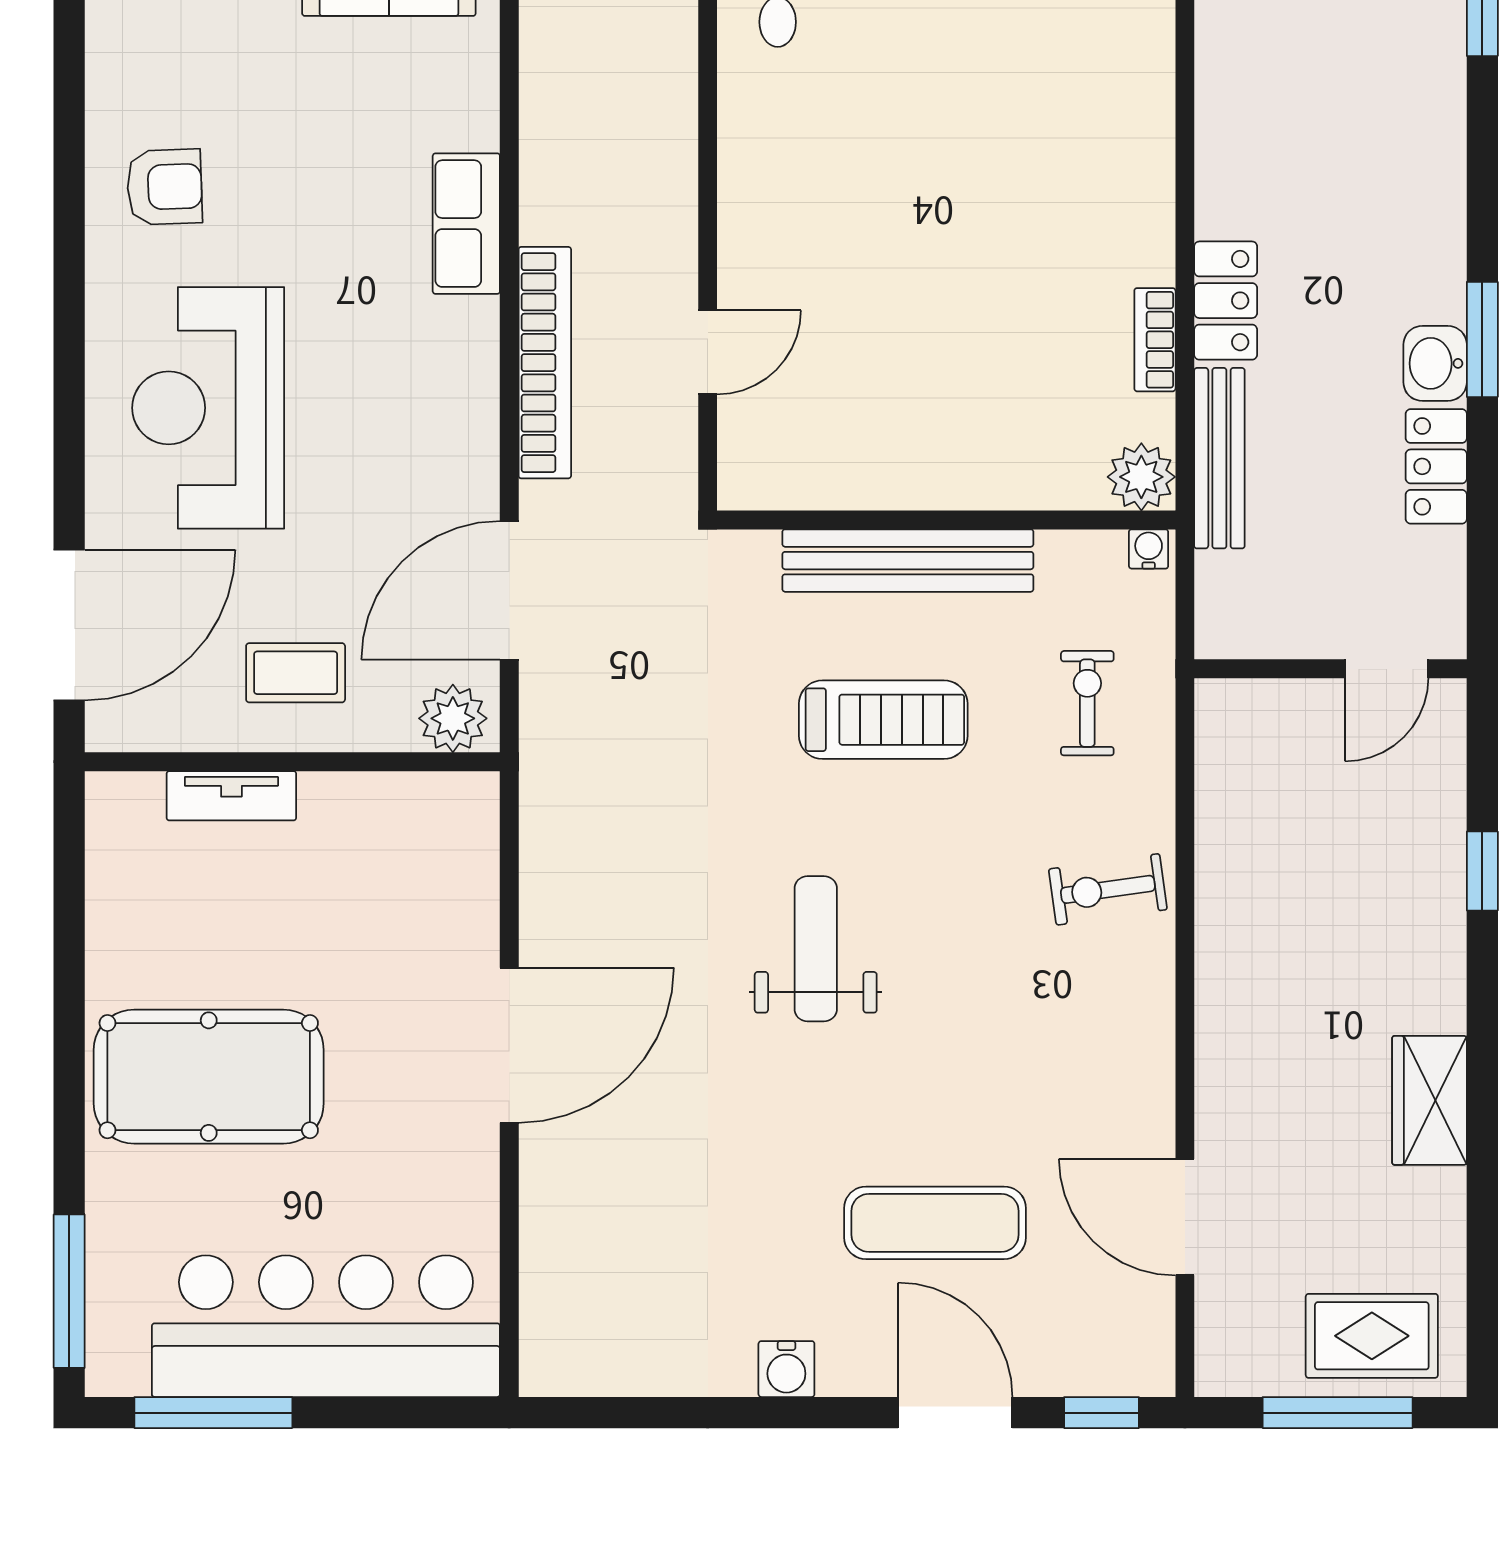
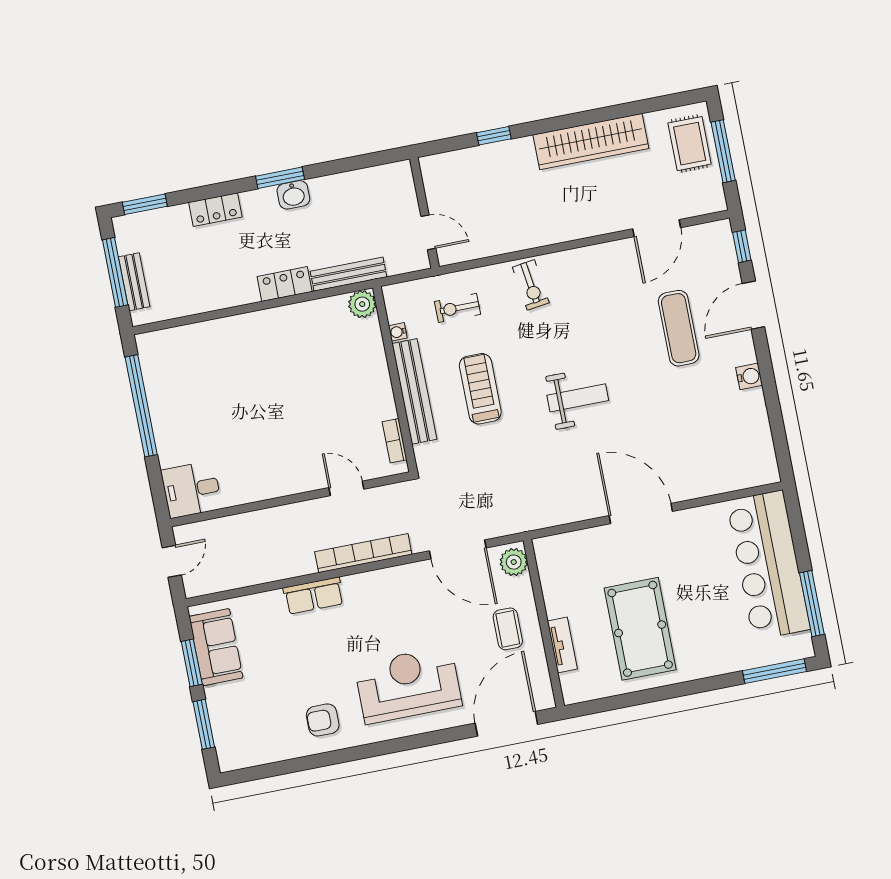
armchair: (165, 187) -> (323, 720), turned -88
bookcase: (1155, 340) -> (395, 441), moved, turned 90
reception desk: (208, 408) -> (408, 685), turned 180
locker: (1436, 466) -> (215, 210), moved
water cooler: (1149, 549) -> (398, 332), moved
door: (69, 625) -> (506, 724), hinge flipped
door: (1387, 669) -> (428, 232), moved
weight bench: (816, 949) -> (578, 398), turned 180
pool table: (209, 1077) -> (640, 629), moved
wardrobe: (1429, 1100) -> (591, 142), width x2.10, depth x1.17

